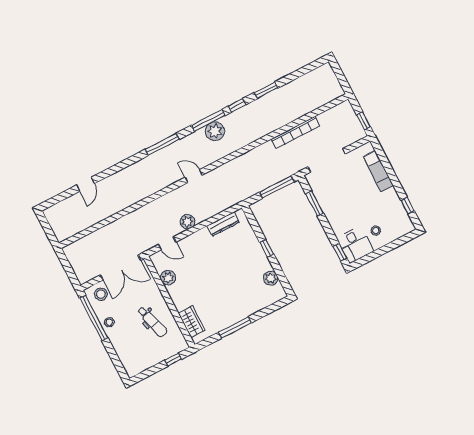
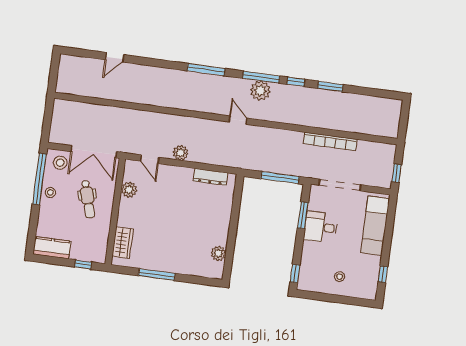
exam couch: (378, 171) -> (375, 226), width x1.36, depth x1.45
door: (194, 176) -> (238, 120), moved
desk: (355, 245) -> (321, 227), moved, turned 90
window: (267, 248) -> (233, 225), removed
dental chair: (152, 322) -> (88, 199), moved
kitchen counter: (140, 364) -> (52, 248), added

